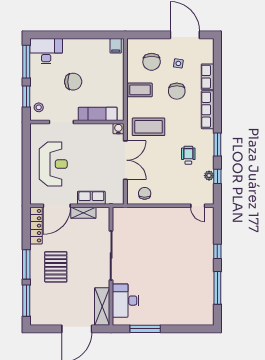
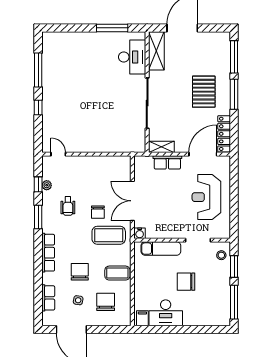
desk: (46, 51) -> (166, 313), moved
row of seats: (208, 77) -> (48, 298), moved
chair: (145, 193) -> (98, 212), moved
shelving: (83, 213) -> (161, 147), moved

